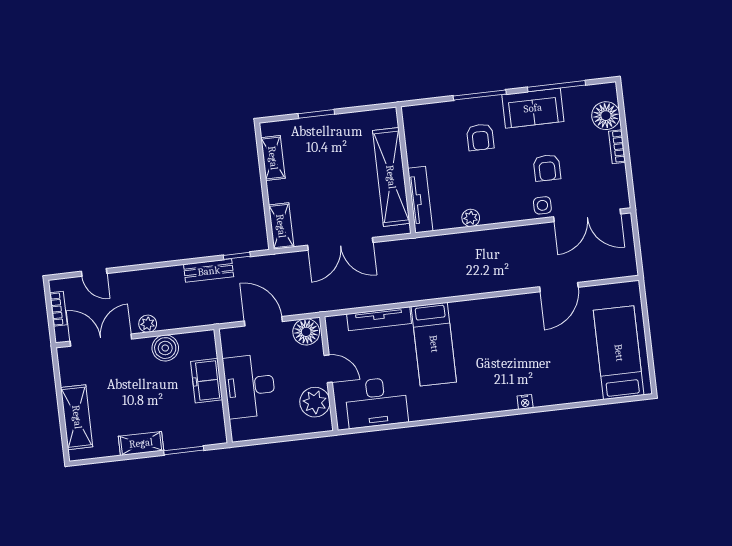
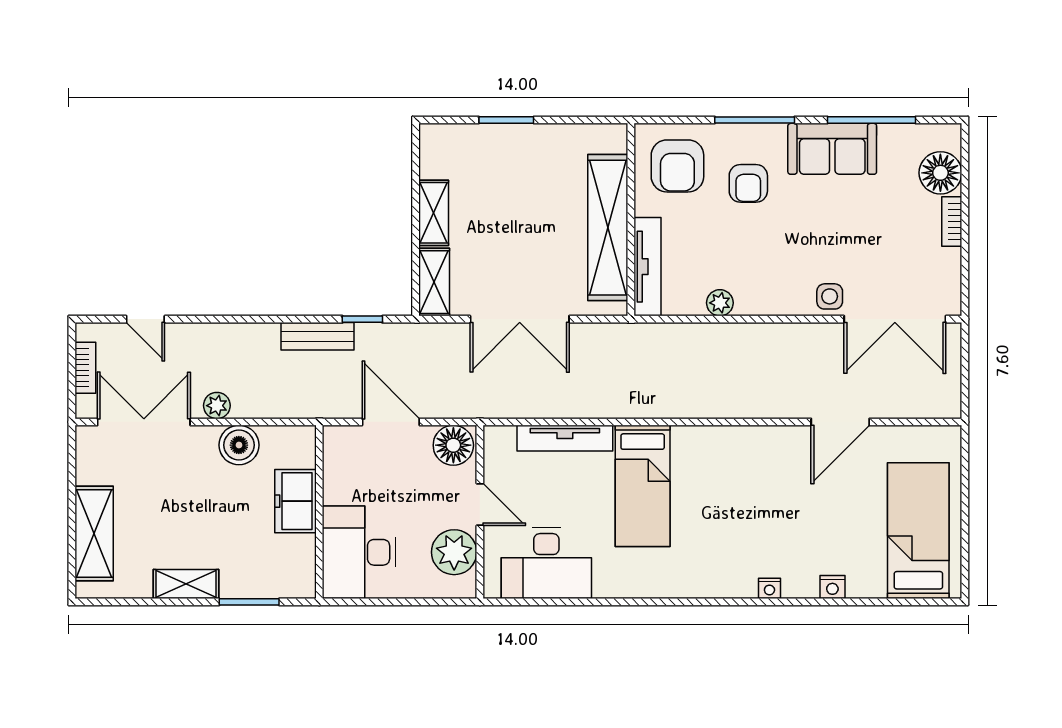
shelving: (273, 158) -> (434, 213), moved
armchair: (547, 168) -> (677, 166), moved, width x1.38, depth x1.38
desk: (250, 386) -> (359, 552), moved
nightstand: (566, 396) -> (832, 587), added

